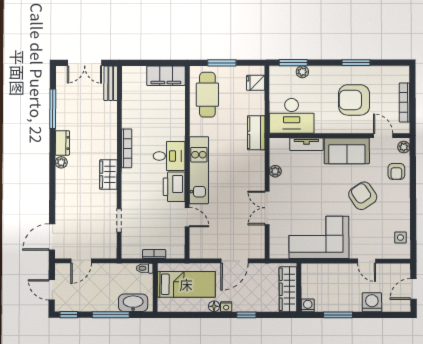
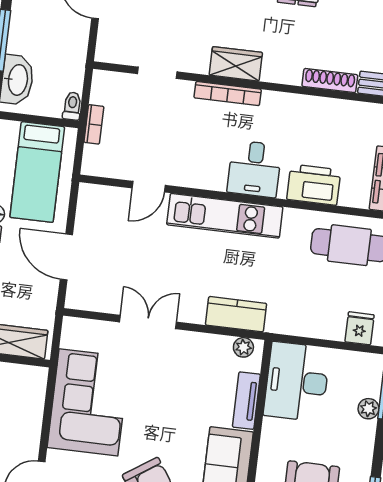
shoe rack: (112, 118) -> (330, 81), added
kitchen counter: (256, 133) -> (236, 314), moved
bookcase: (127, 148) -> (228, 94), moved
plant: (275, 171) -> (243, 347), moved
printer: (174, 187) -> (314, 185), moved

